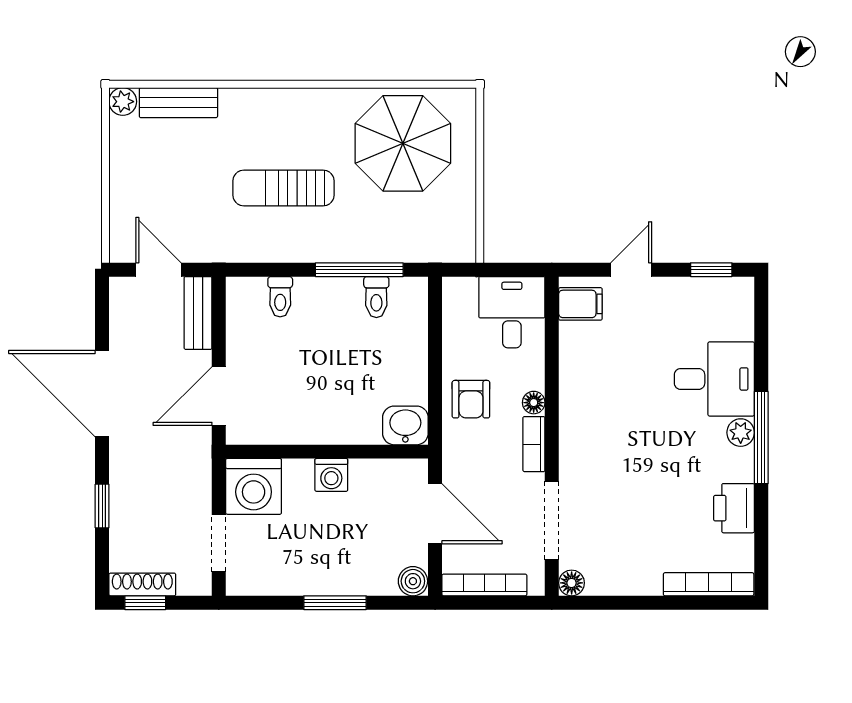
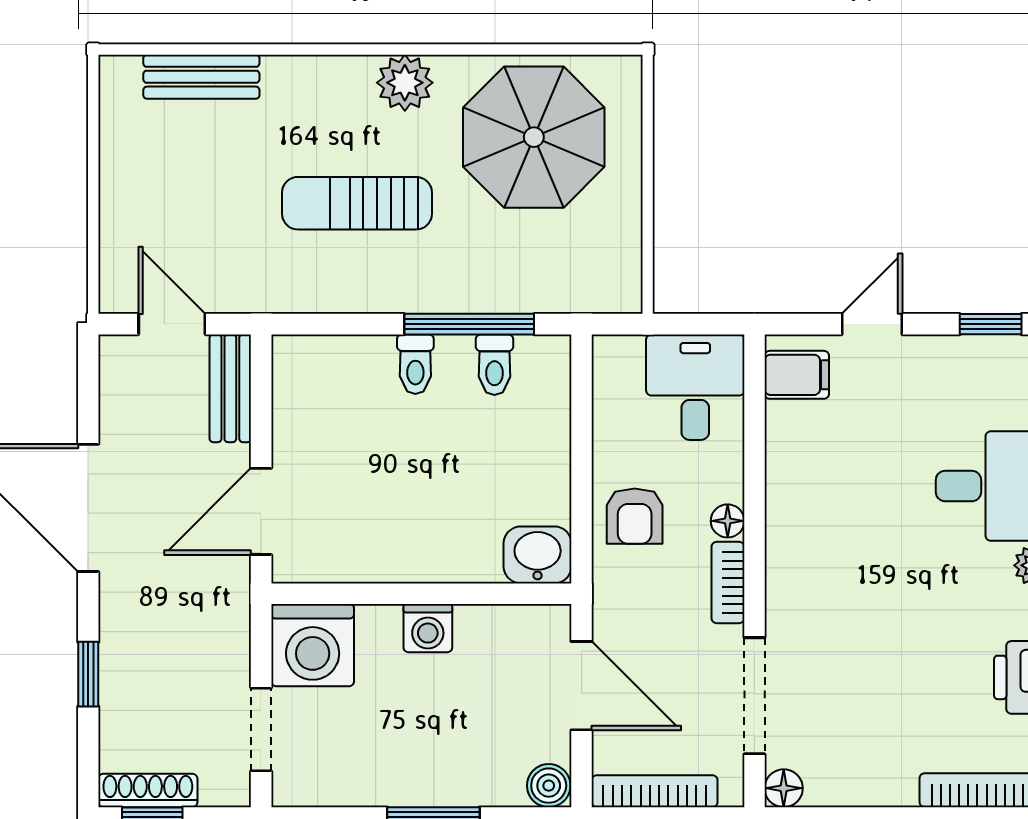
plant: (123, 102) -> (405, 83), moved, width x1.38, depth x1.38
toilet: (280, 297) -> (415, 364), moved

